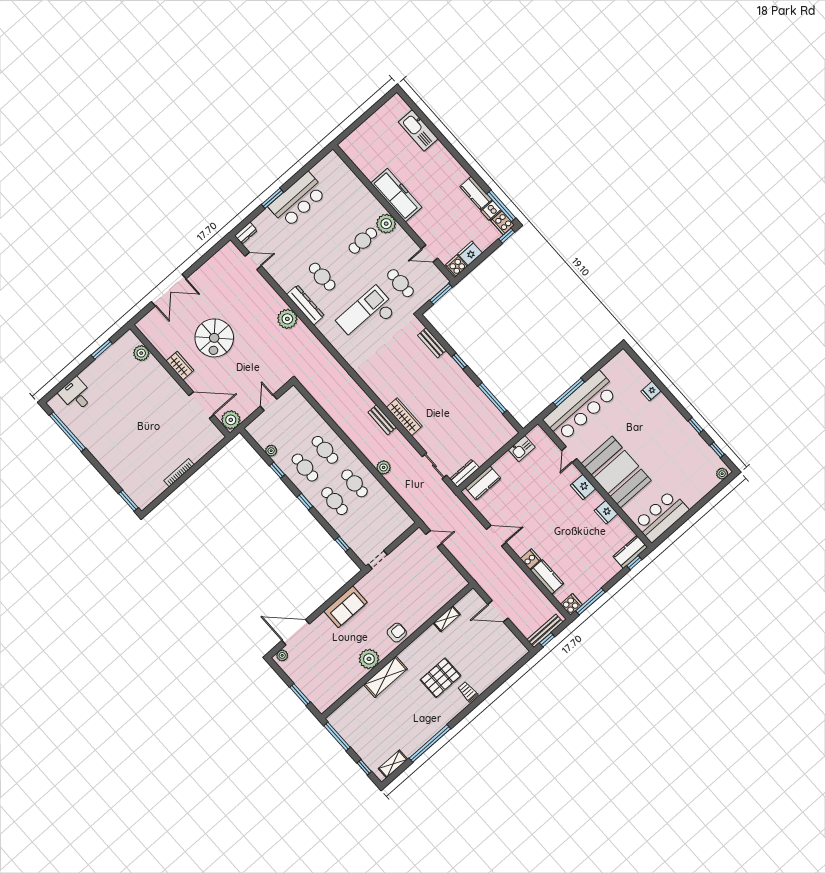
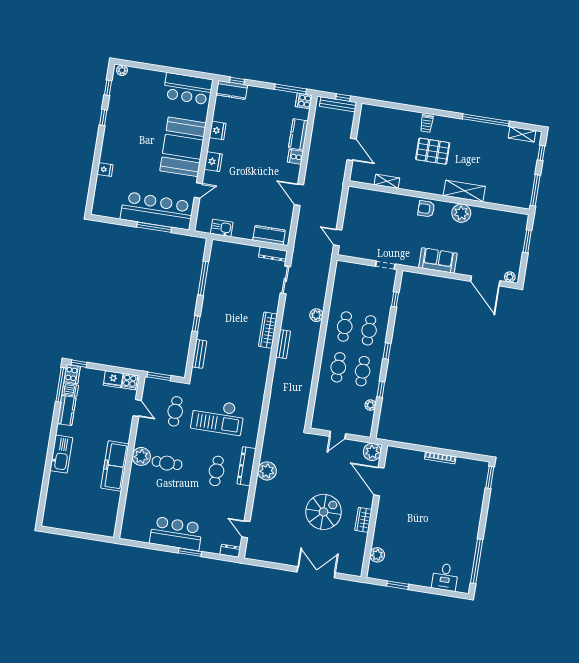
kitchen sink: (418, 130) -> (61, 454), moved

